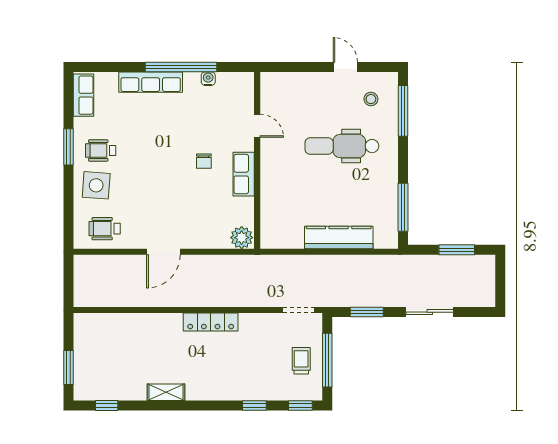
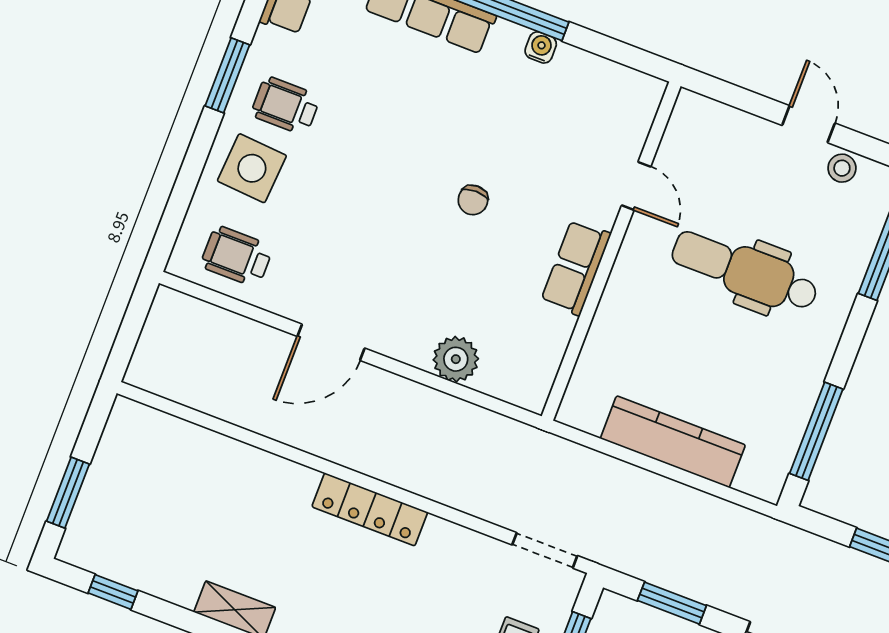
stool: (371, 99) -> (842, 168), moved
door: (257, 126) -> (636, 186), moved
wall: (257, 160) -> (611, 251), moved
row of seats: (244, 174) -> (576, 267), moved
plant: (242, 238) -> (456, 359), moved

